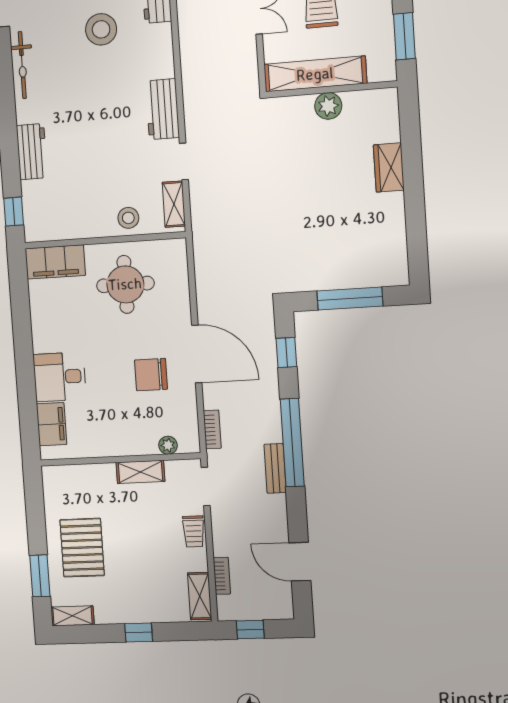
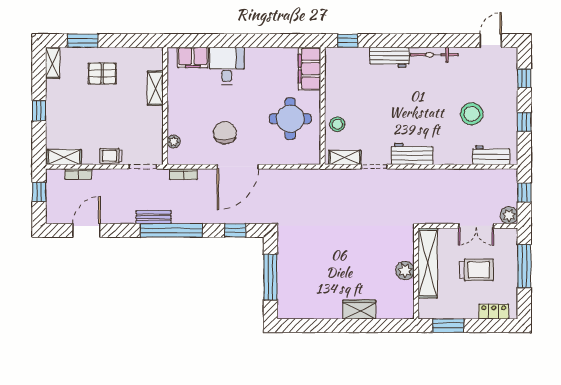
bicycle: (22, 65) -> (434, 55), moved
shelving: (140, 472) -> (155, 88), moved
pallet: (82, 548) -> (102, 74), width x0.67, depth x0.71

